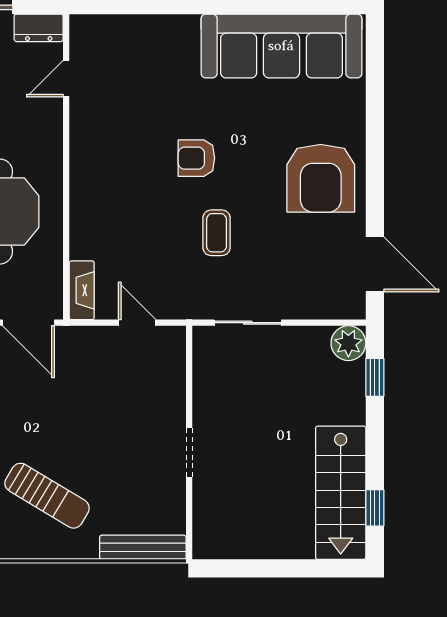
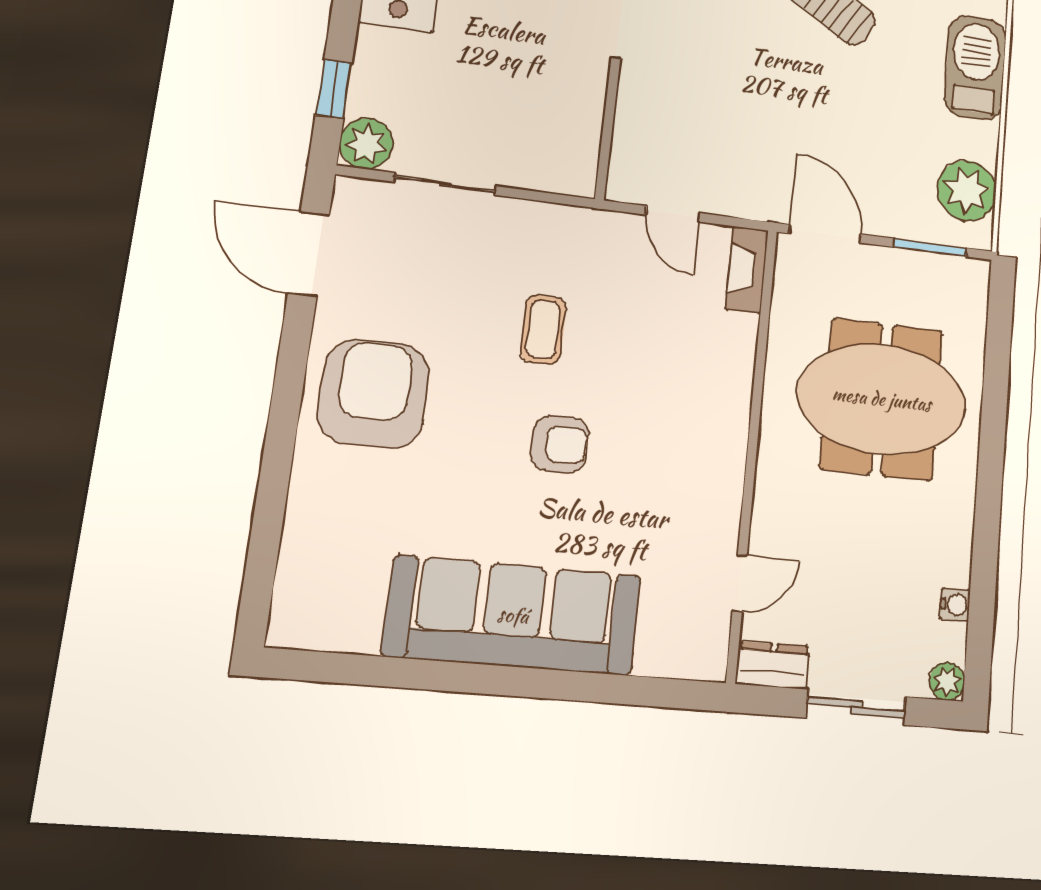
sofa: (281, 46) -> (513, 615), moved
sliding door: (248, 323) -> (446, 184), moved

